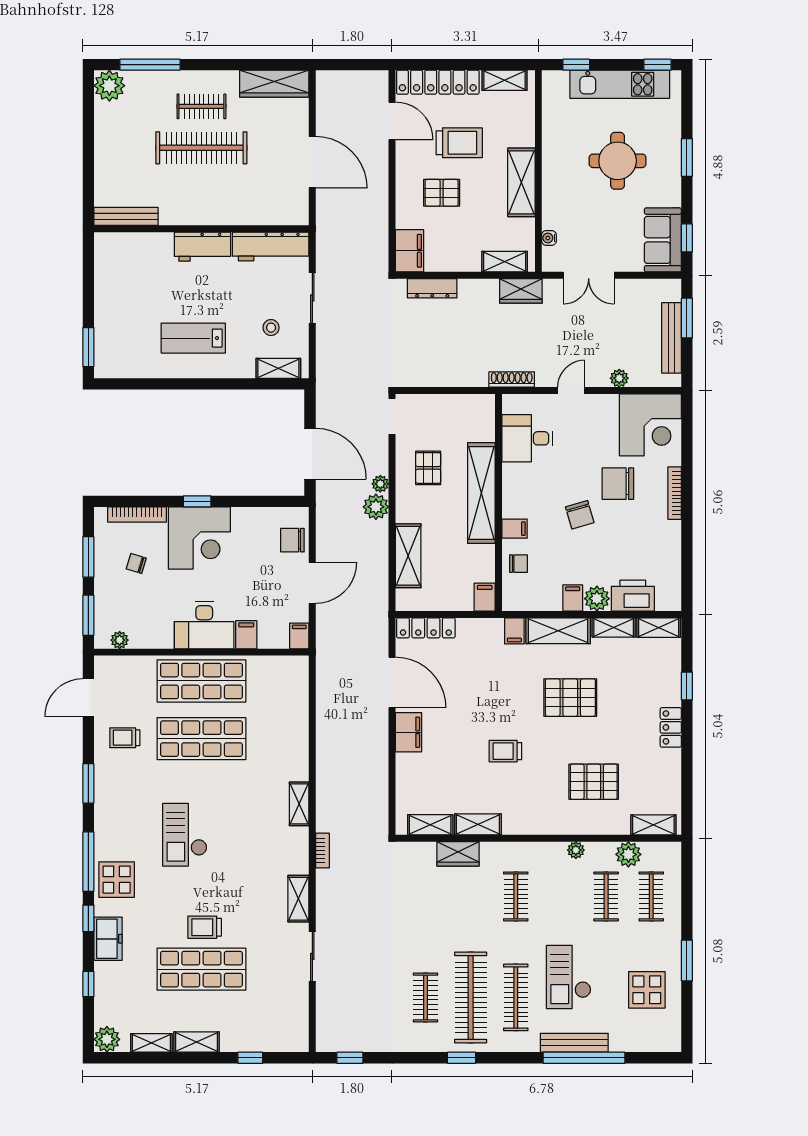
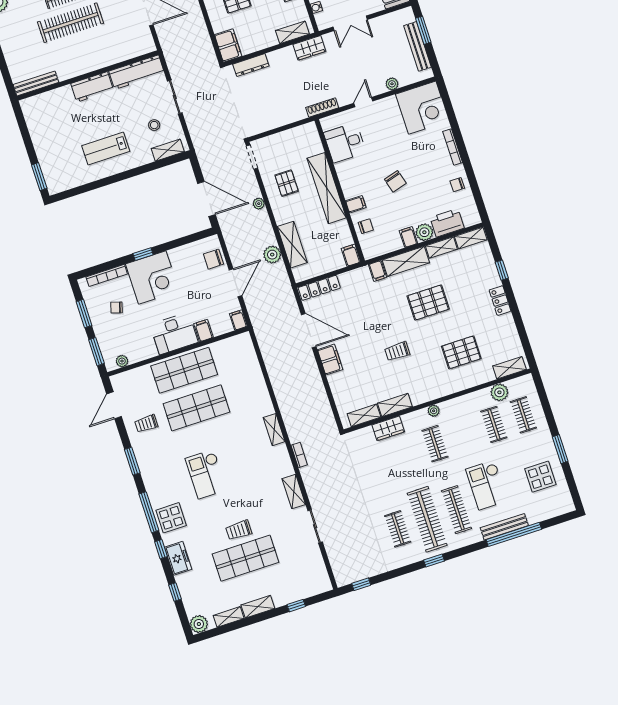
chair: (618, 484) -> (457, 185), moved, width x0.54, depth x0.54
plant: (376, 507) -> (272, 255), moved
plant: (576, 850) -> (434, 411), moved

